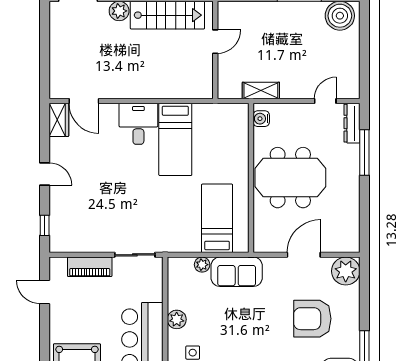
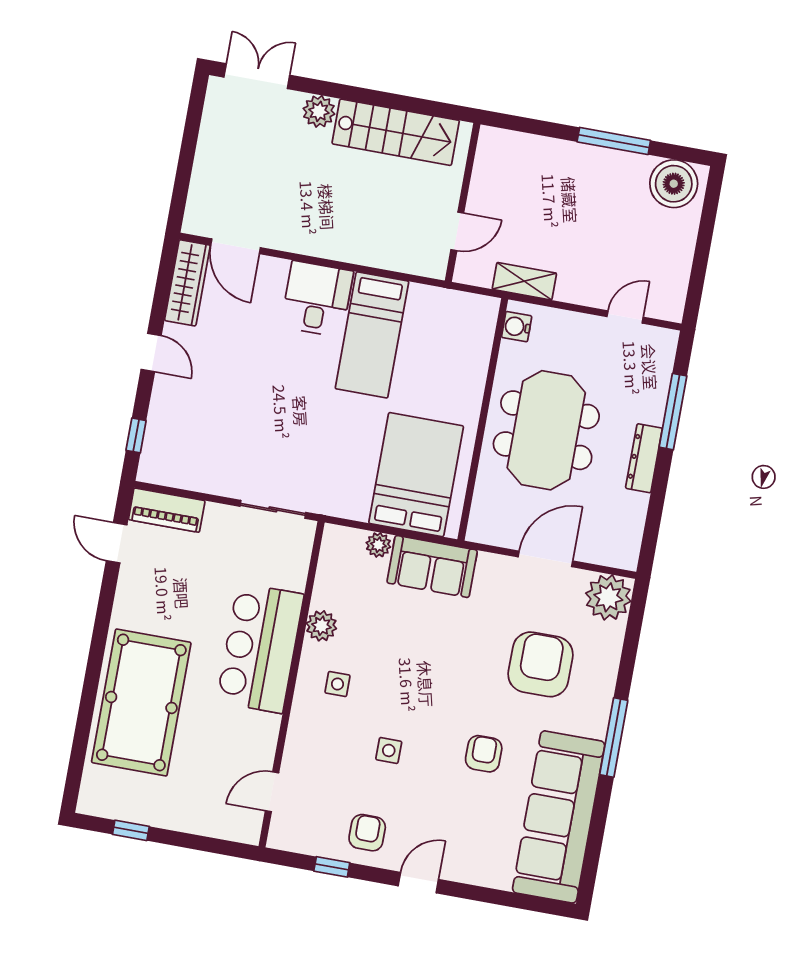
door: (215, 42) -> (457, 231), moved
wardrobe: (59, 120) -> (187, 283), width x1.50
dresser: (352, 123) -> (644, 458), moved
meeting table: (290, 178) -> (546, 430), turned 90
bed: (217, 218) -> (416, 475), width x1.50
piano: (90, 267) -> (167, 510), moved
armchair: (312, 319) -> (540, 664), turned 90

